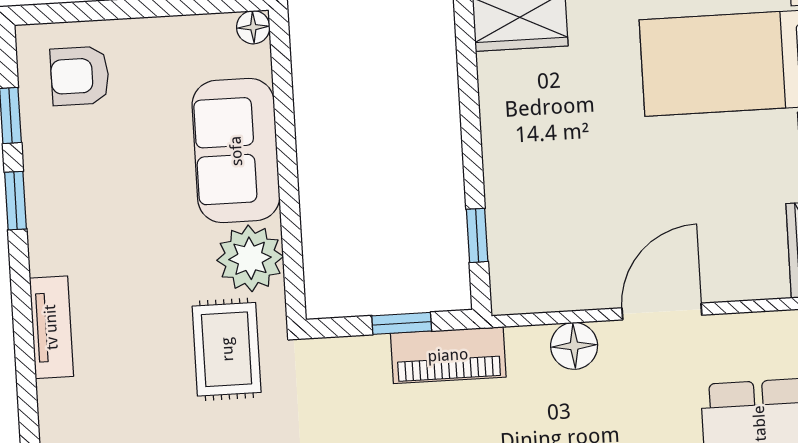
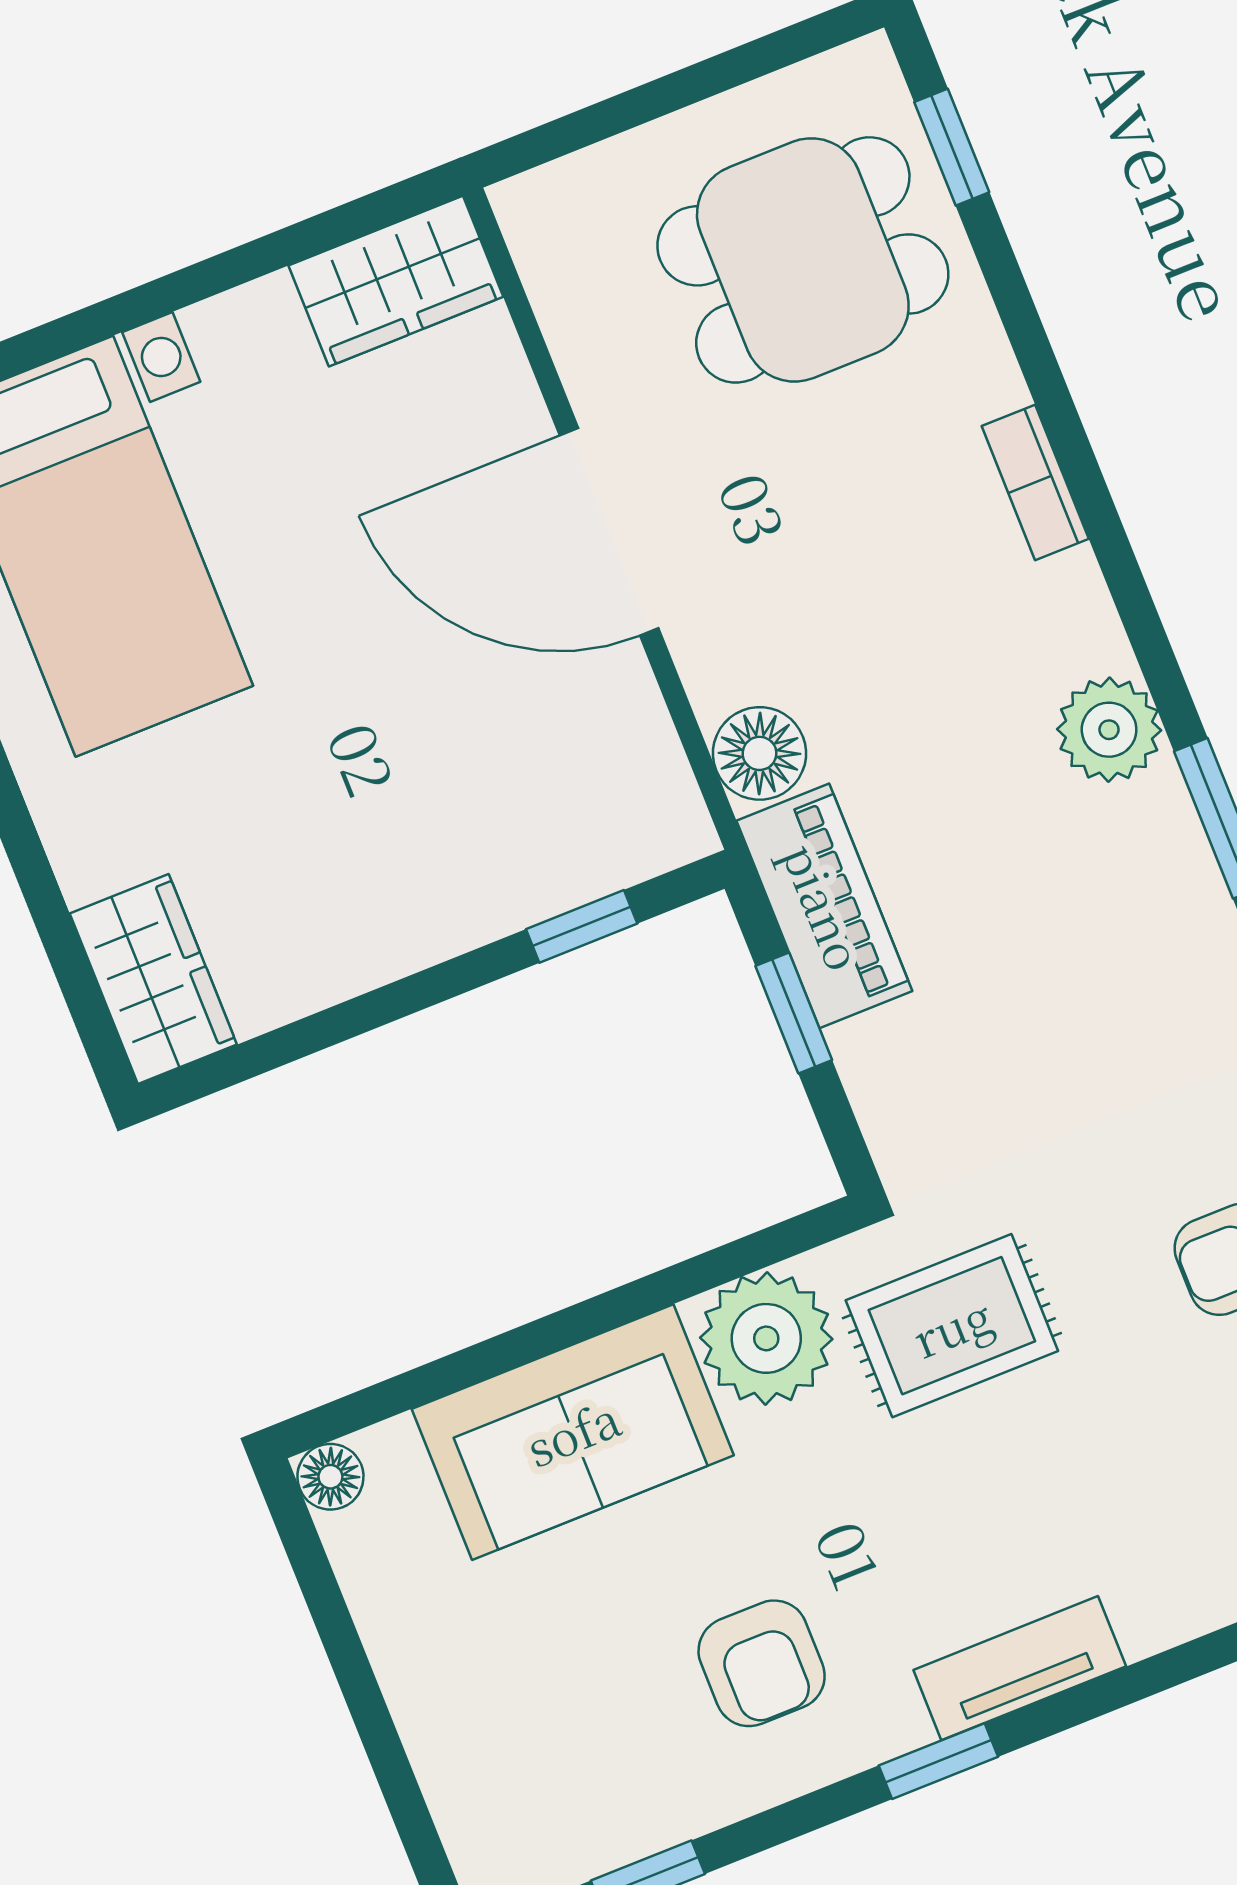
armchair: (80, 76) -> (762, 1663), moved
window: (16, 201) -> (938, 1761), moved
door: (662, 312) -> (609, 532), width x1.36
floor lamp: (574, 346) -> (760, 753), moved

